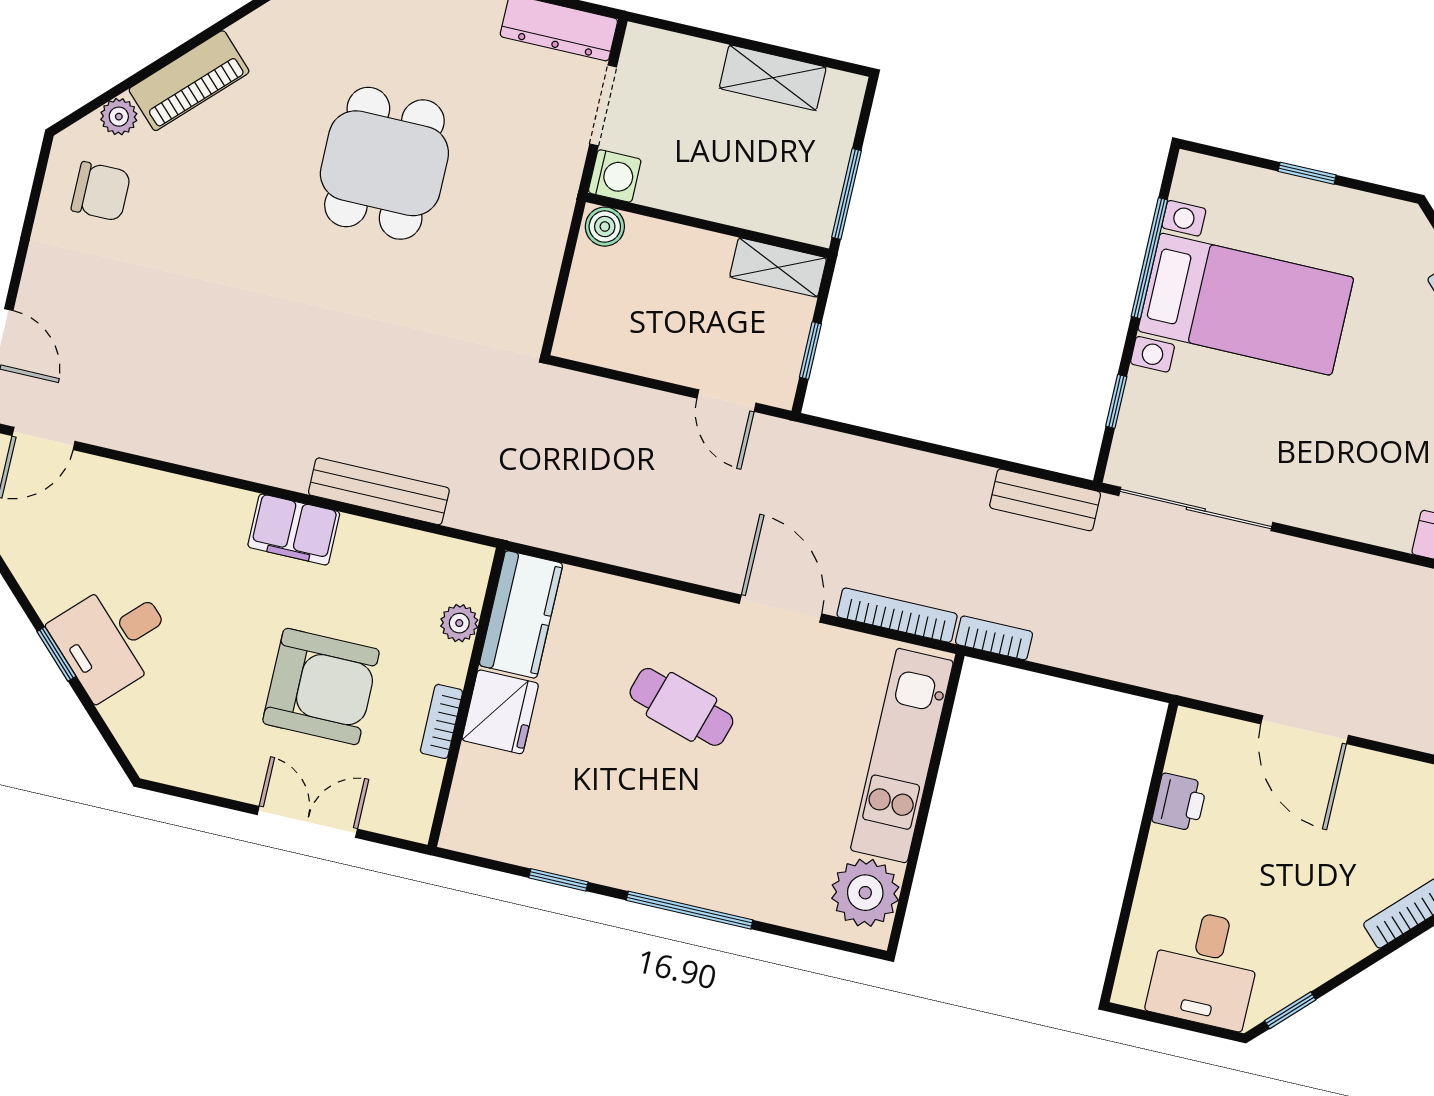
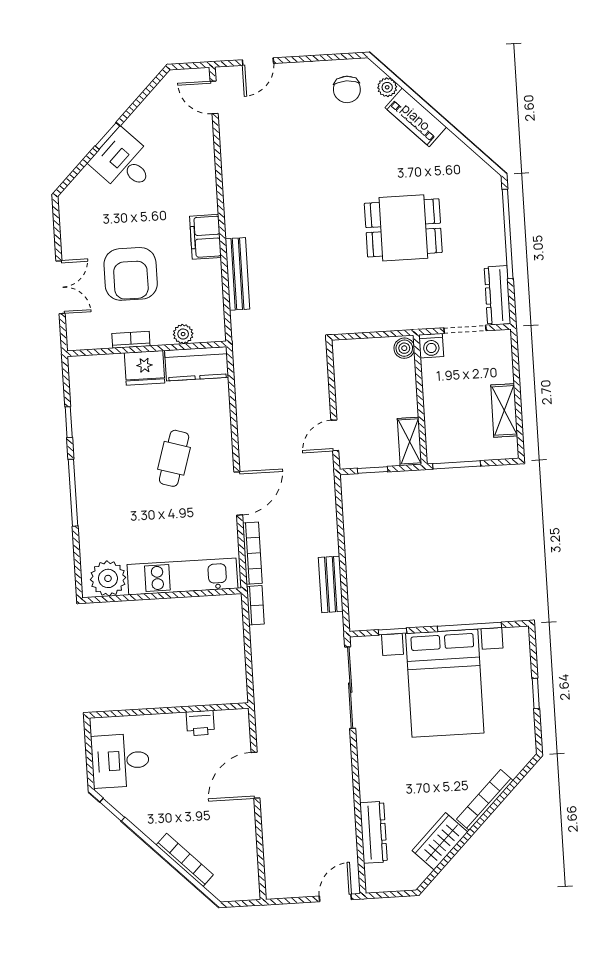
bed with nightstands: (1246, 304) -> (445, 683), width x1.36
bench: (1045, 500) -> (331, 584), moved

